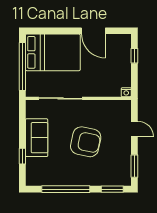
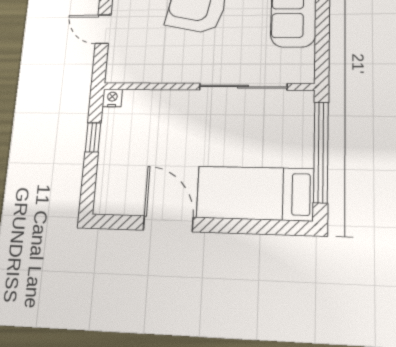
bed: (53, 52) -> (255, 193), width x0.67
window: (134, 56) -> (93, 137), moved

